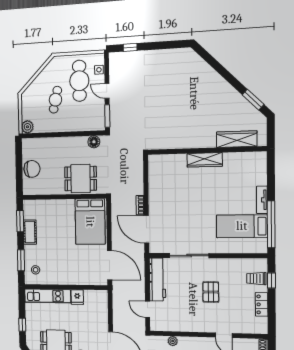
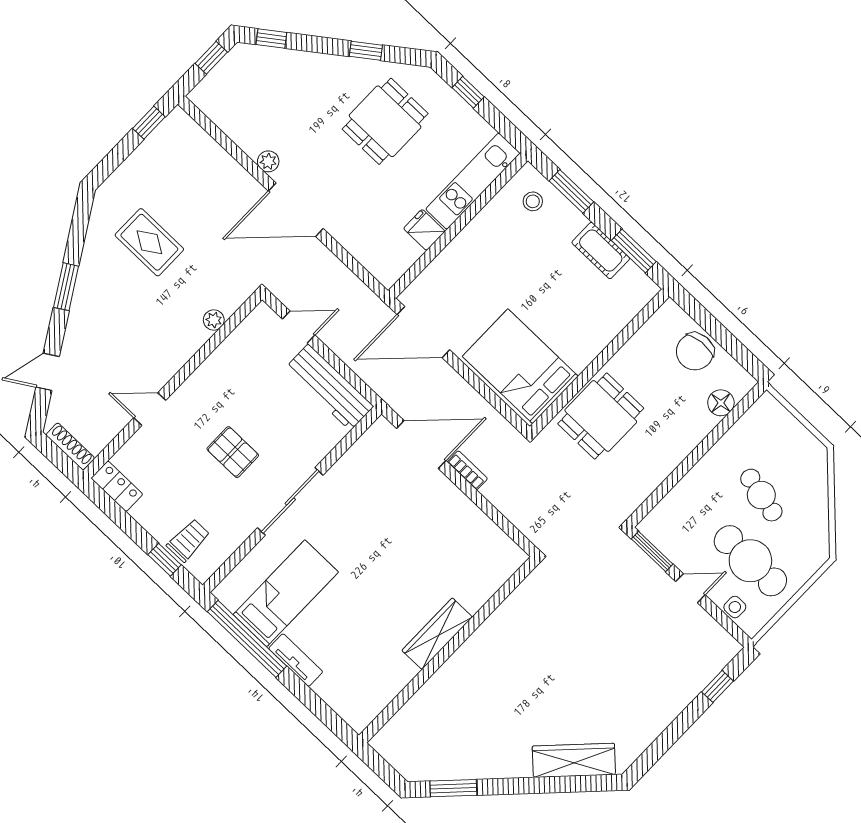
plant: (27, 127) -> (767, 409), removed
wardrobe: (237, 139) -> (574, 760), moved, turned -136
floor lamp: (94, 142) -> (721, 403), moved
sliding door: (189, 256) -> (290, 501), moved
locker: (262, 304) -> (117, 486), moved

